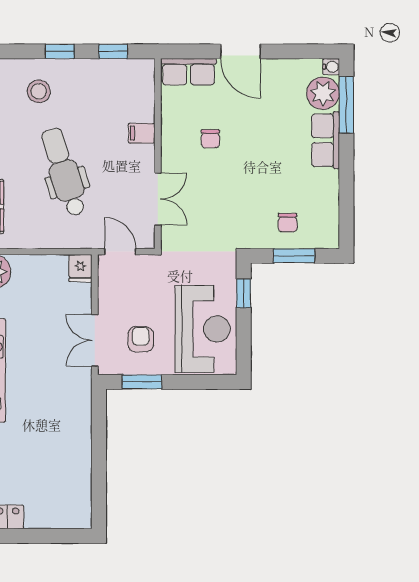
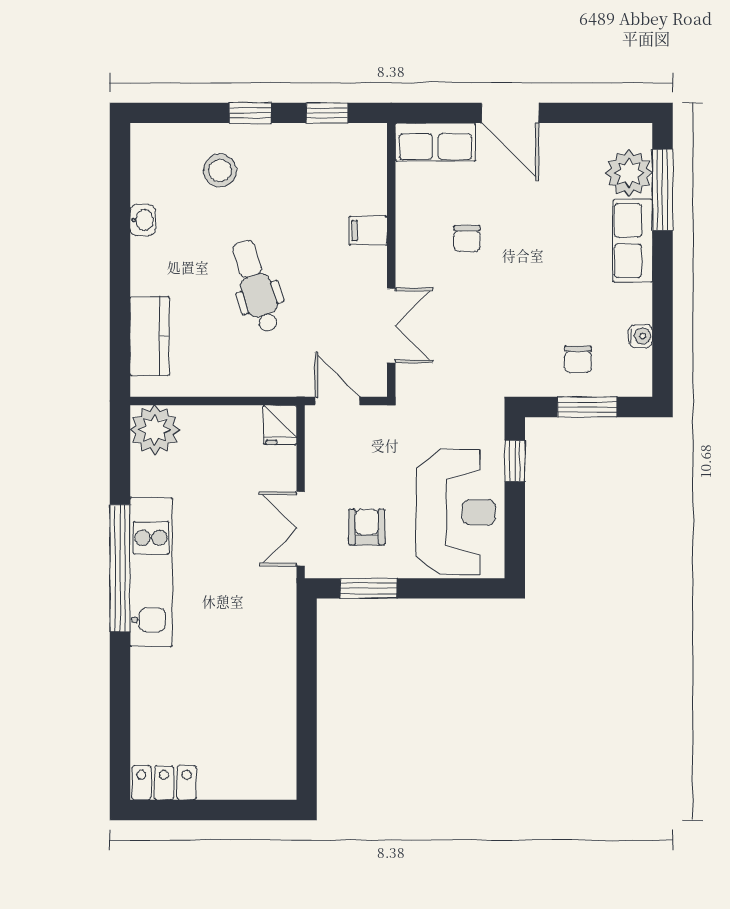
water cooler: (331, 67) -> (641, 336), moved
dental chair: (64, 172) -> (256, 286), width x0.73, depth x0.72

